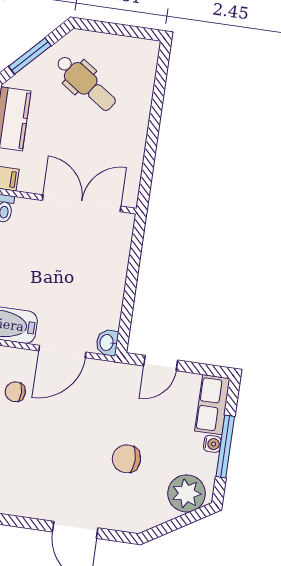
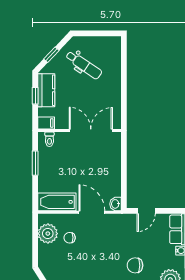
window: (30, 56) -> (51, 55), width x0.67
door: (62, 351) -> (92, 212), swing flipped

